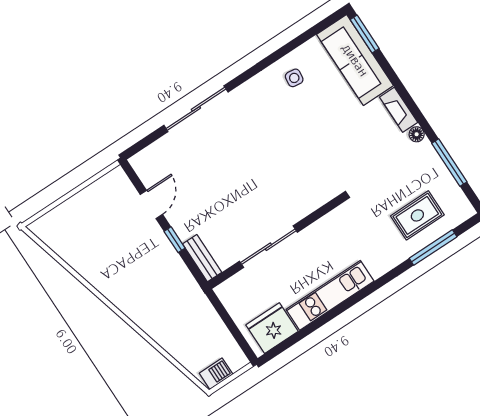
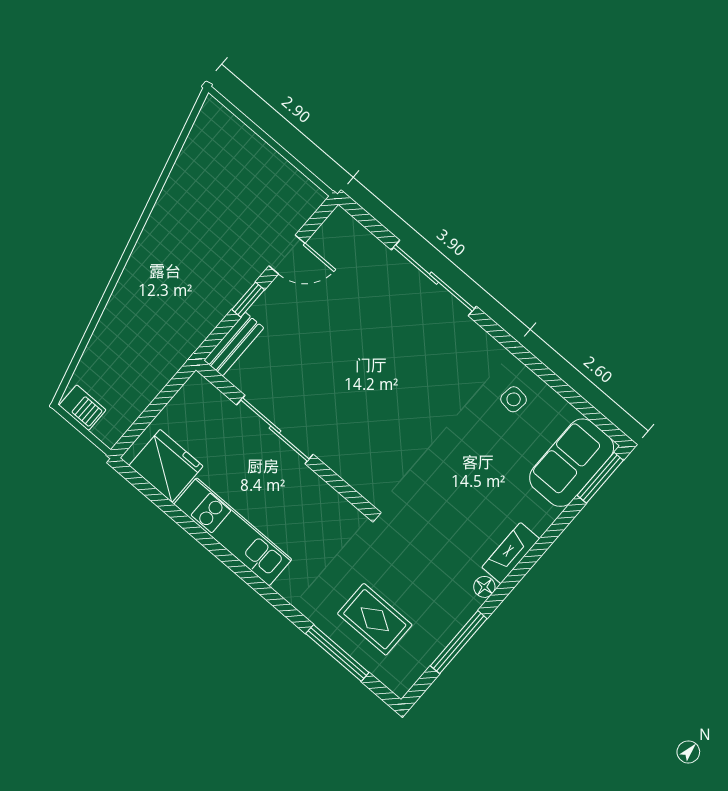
sofa: (355, 60) -> (572, 463), width x0.73

